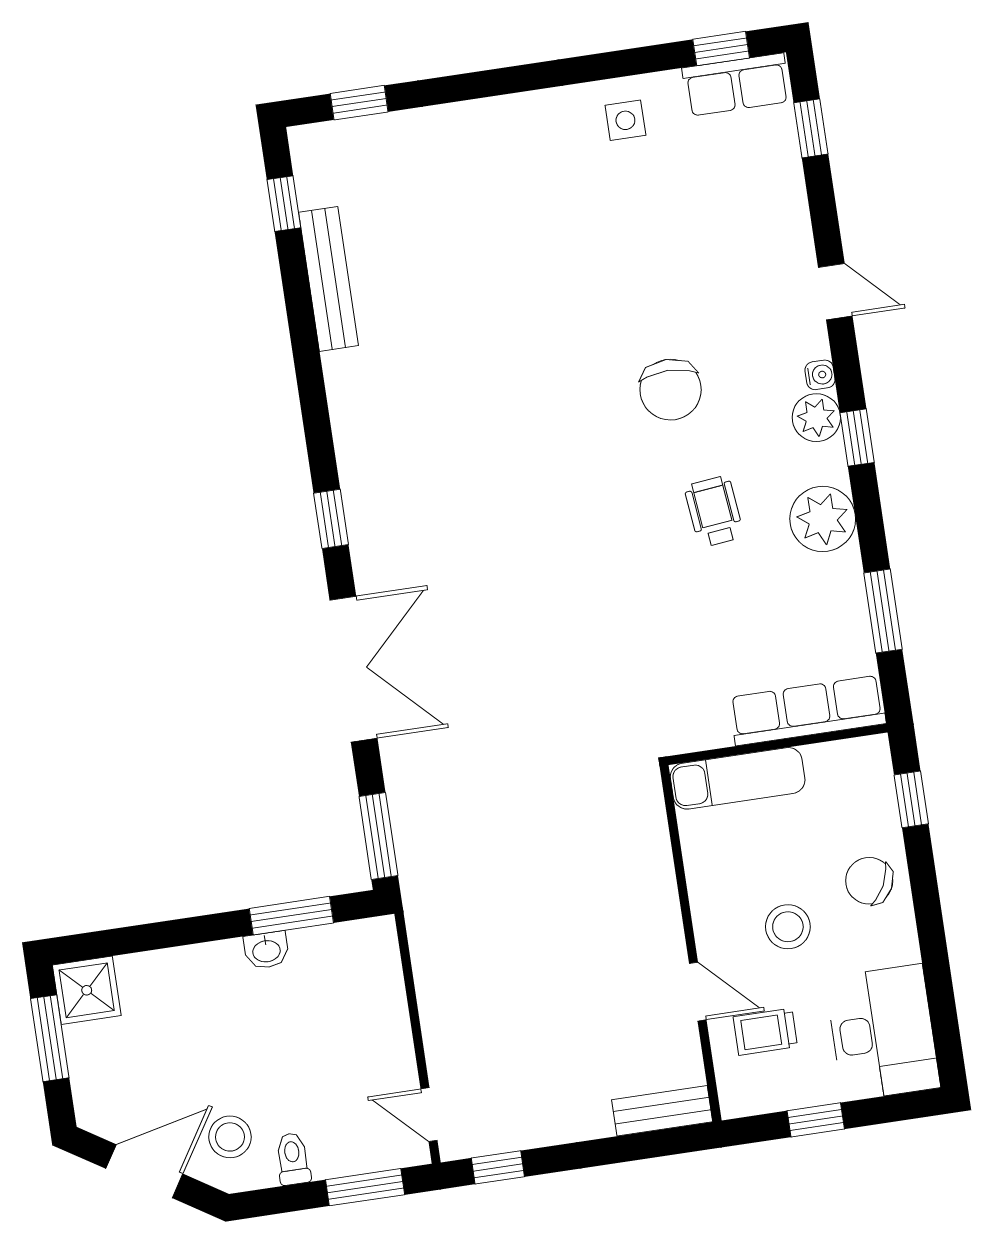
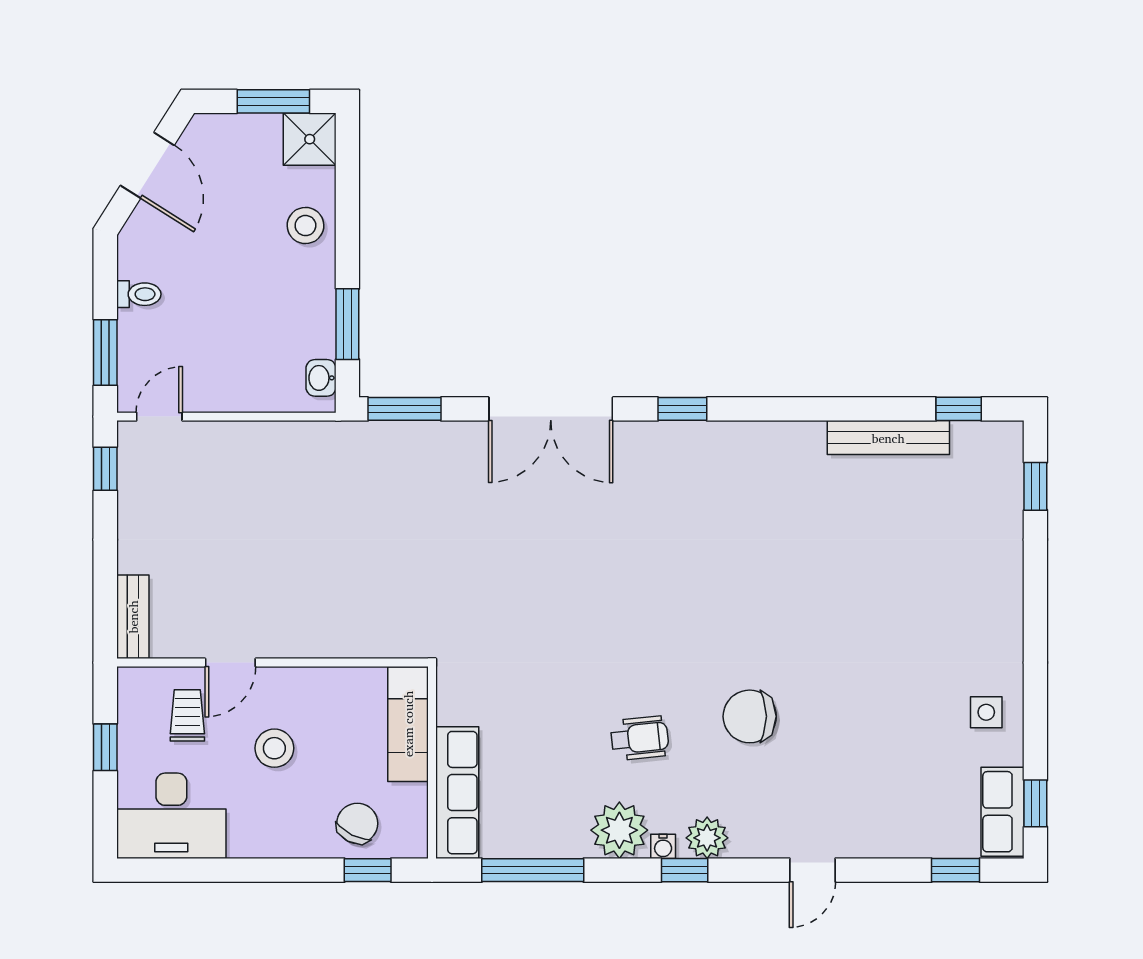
water cooler: (820, 375) -> (663, 846), moved
window: (883, 611) -> (533, 870), width x1.44
chair: (869, 881) -> (357, 823), moved
washbasin: (266, 950) -> (321, 378), moved
stool: (230, 1137) -> (305, 226), moved

